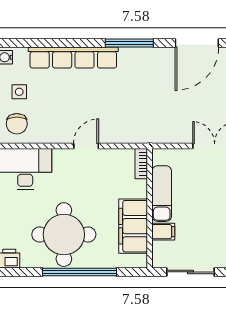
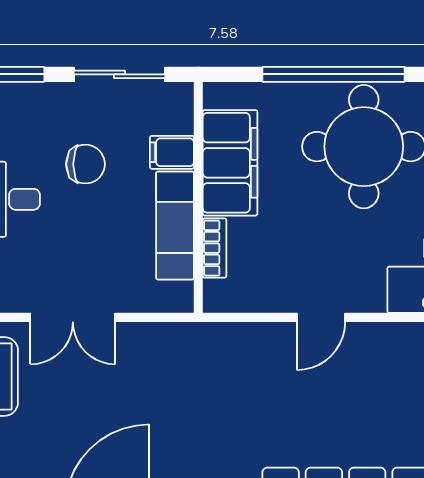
bookcase: (141, 164) -> (215, 248), moved
chair: (208, 225) -> (85, 164), added

